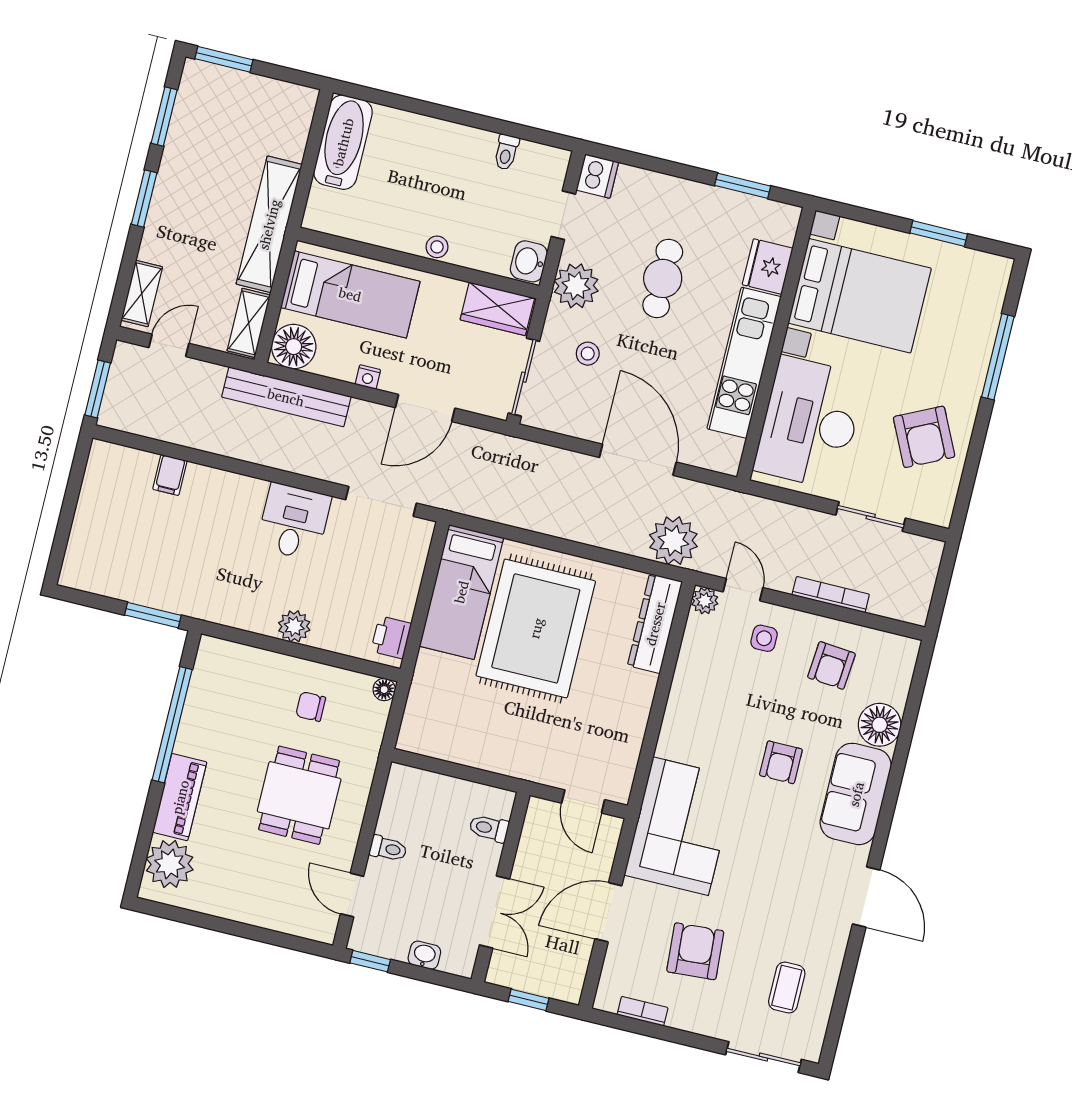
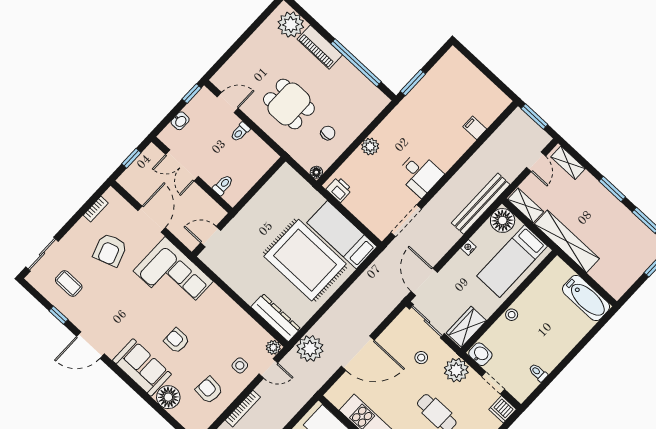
door: (425, 408) -> (424, 282), moved
armchair: (695, 951) -> (110, 250), turned 75
window: (847, 975) -> (58, 315), added

